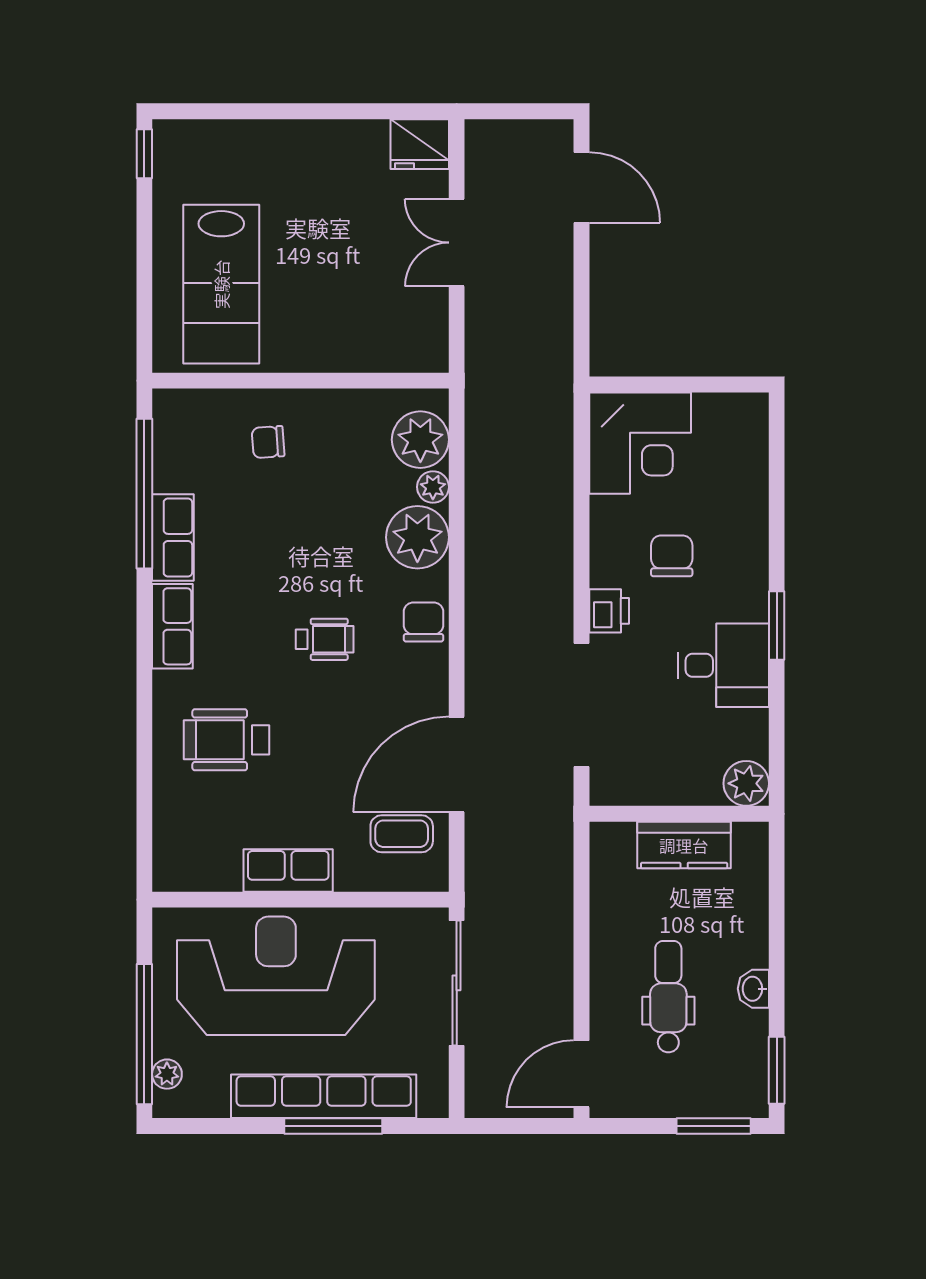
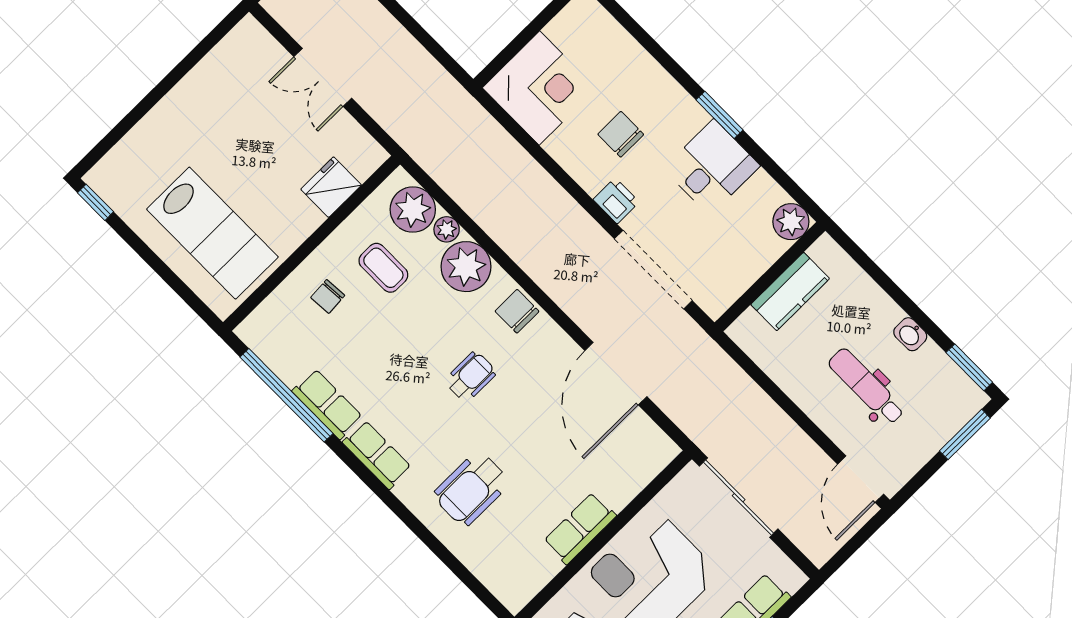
fridge: (420, 144) -> (331, 187), moved, turned 180
coffee table: (402, 834) -> (383, 268), moved, turned 90

